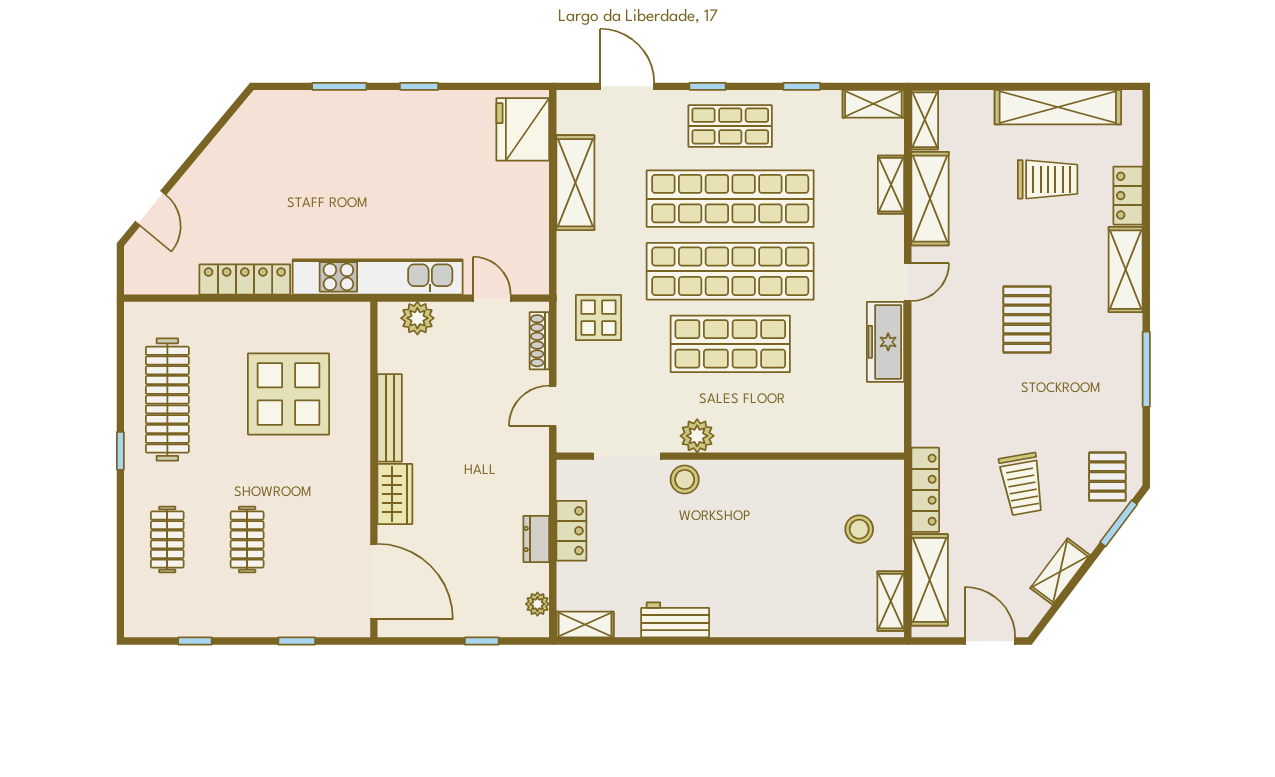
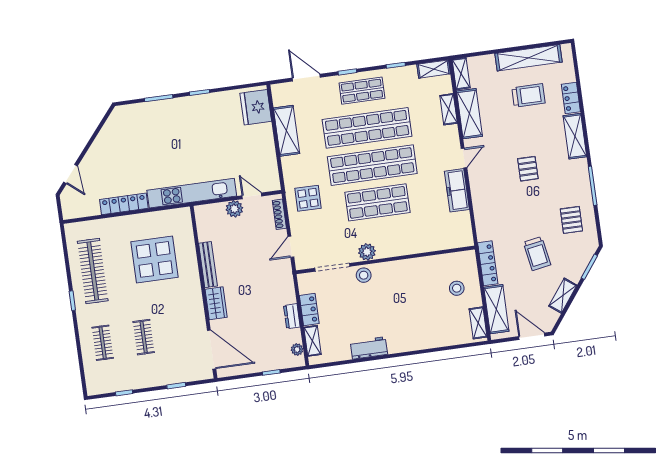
plant: (417, 318) -> (234, 209), moved
pallet: (1027, 319) -> (528, 169), width x0.67, depth x0.71
pallet: (1107, 477) -> (571, 220), moved
shelving: (585, 625) -> (312, 341), moved, turned 90

